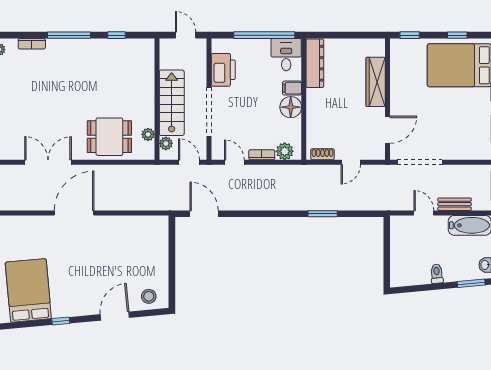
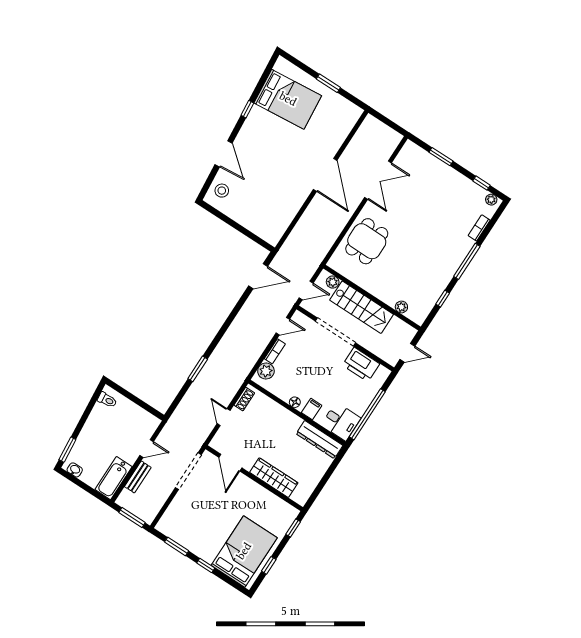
floor lamp: (291, 107) -> (295, 402), width x0.53, depth x0.53
plant: (148, 134) -> (401, 307), moved
toilet: (437, 274) -> (107, 400), moved

